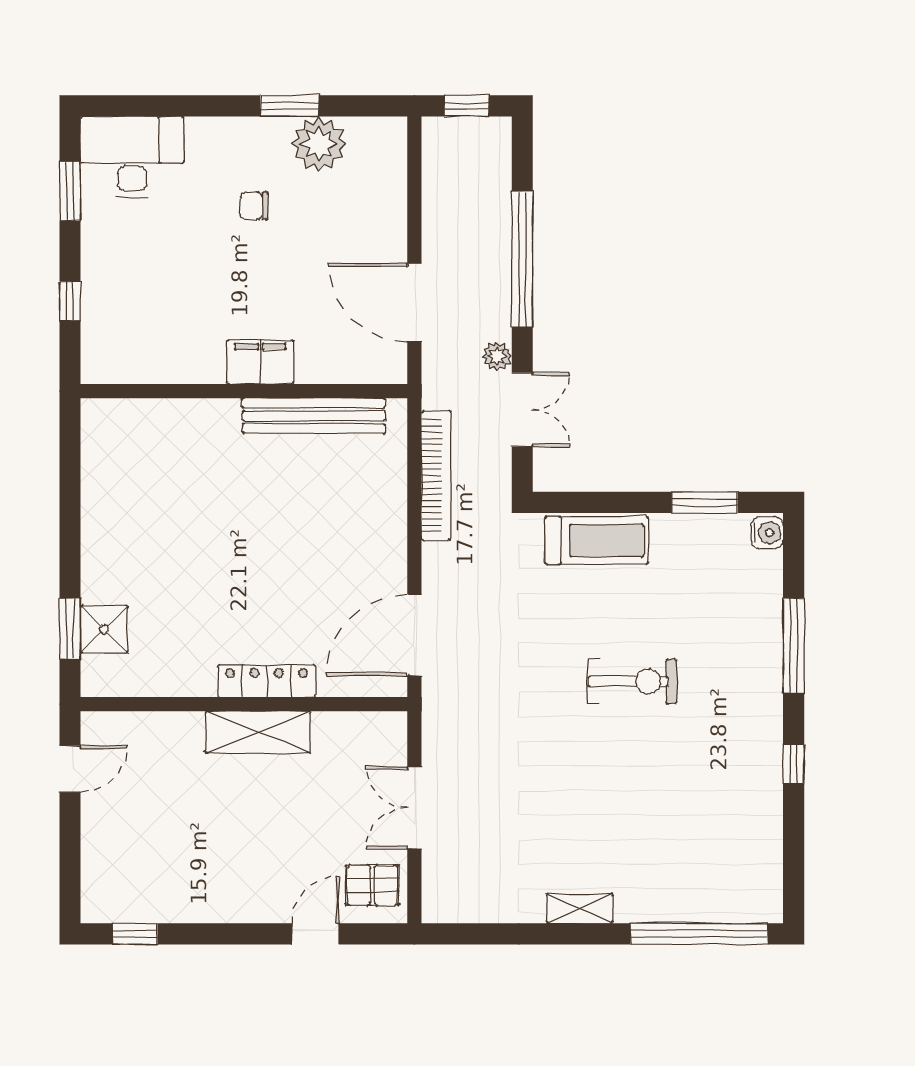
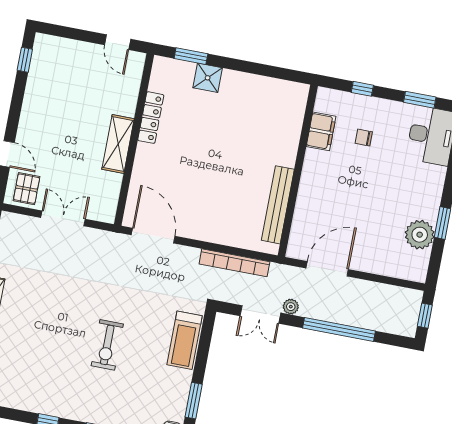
chair: (254, 206) -> (364, 138), moved, turned -90
filing cabinet: (260, 362) -> (321, 131), moved
shower: (104, 629) -> (208, 78), moved
locker: (267, 681) -> (151, 118), moved

